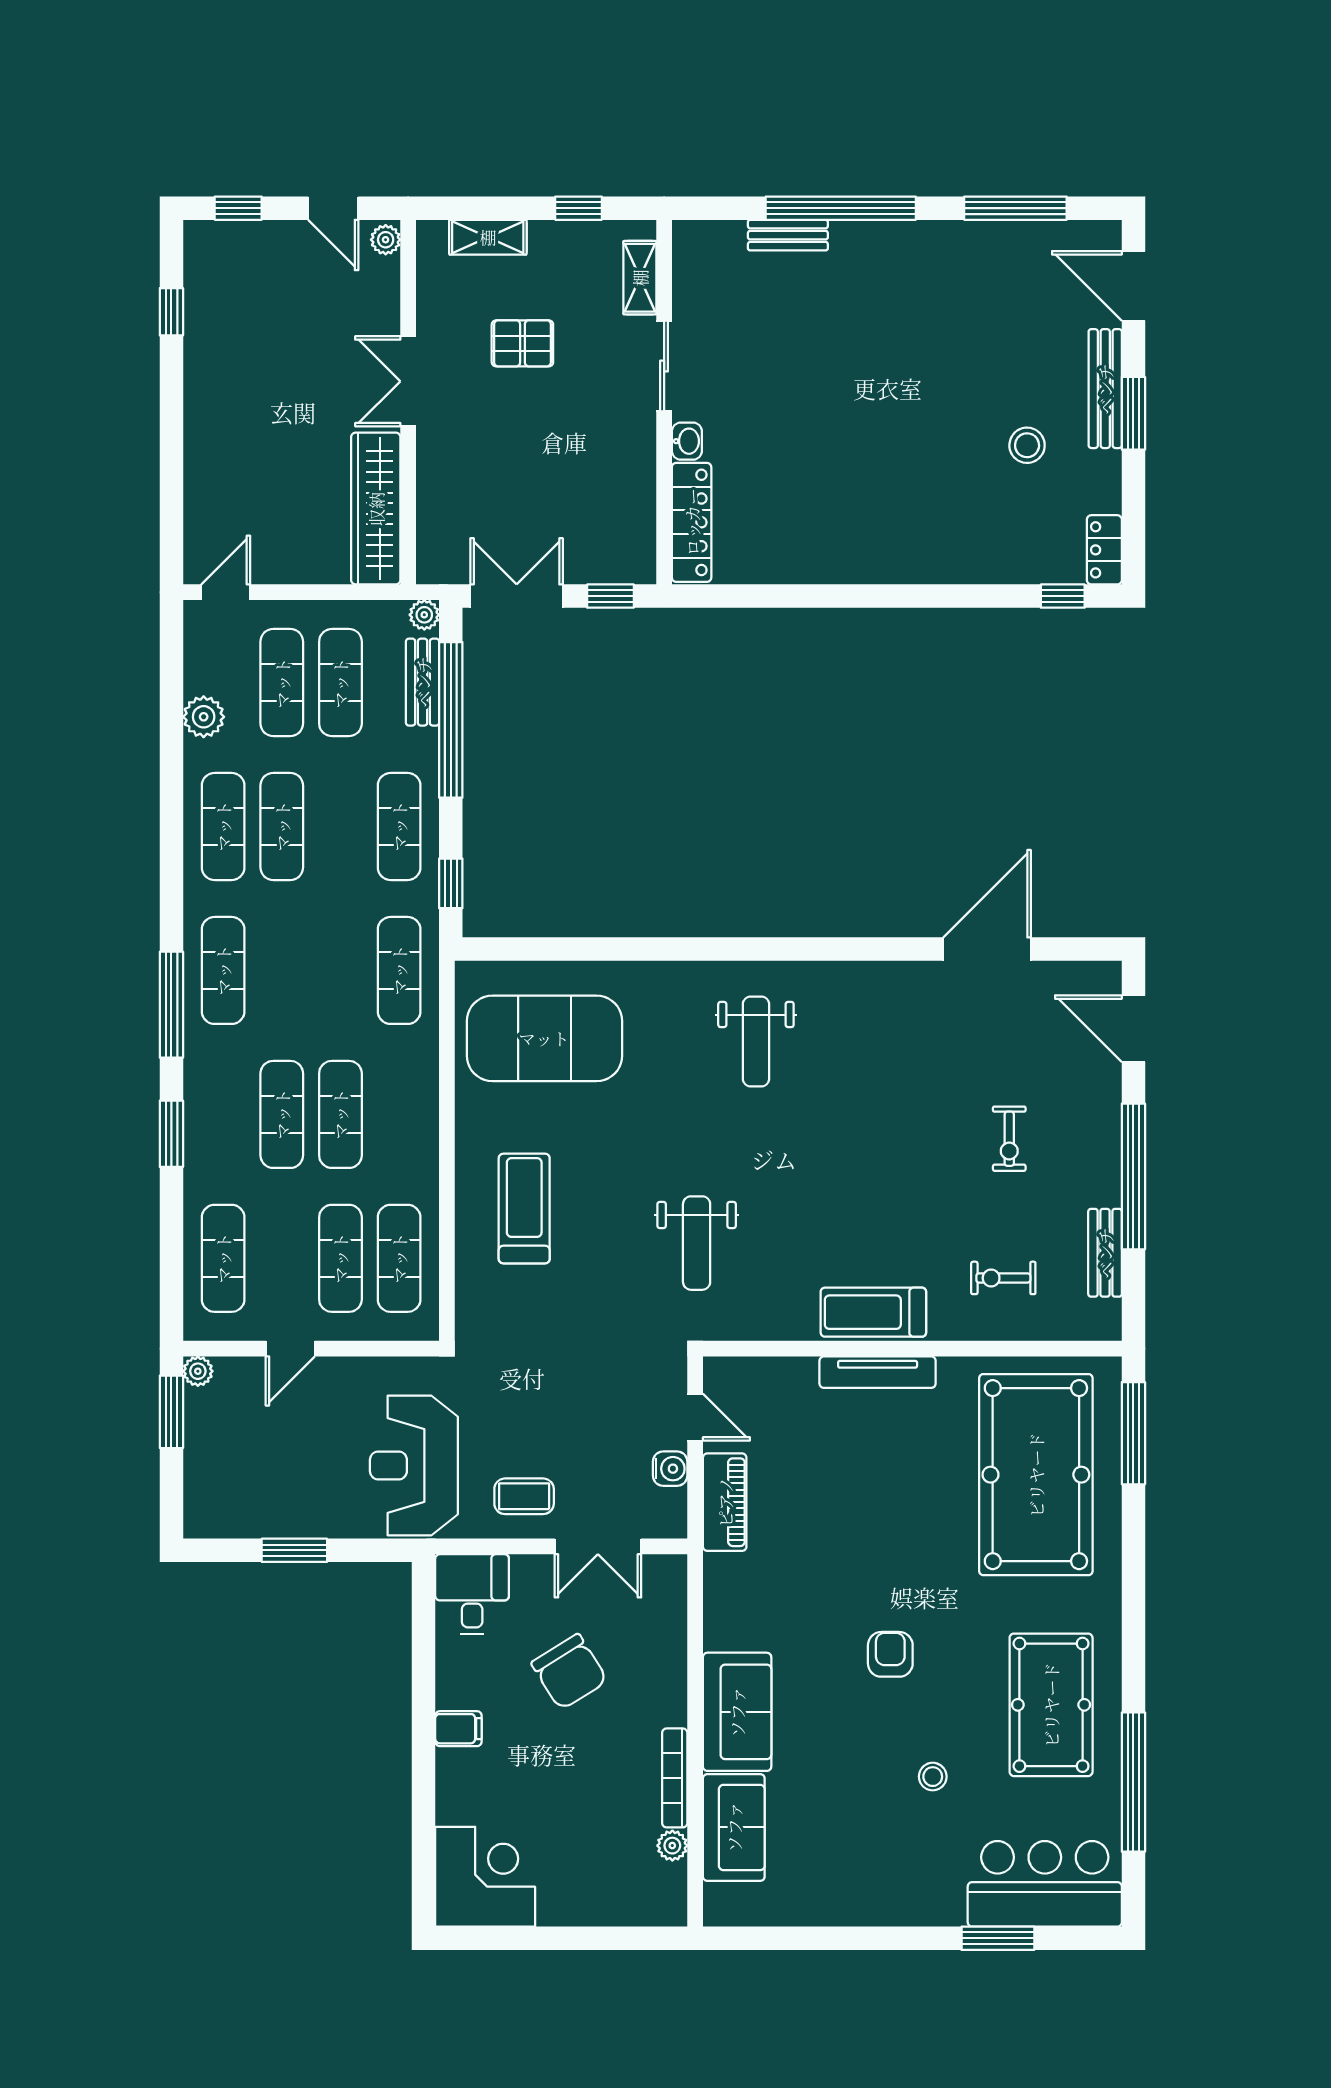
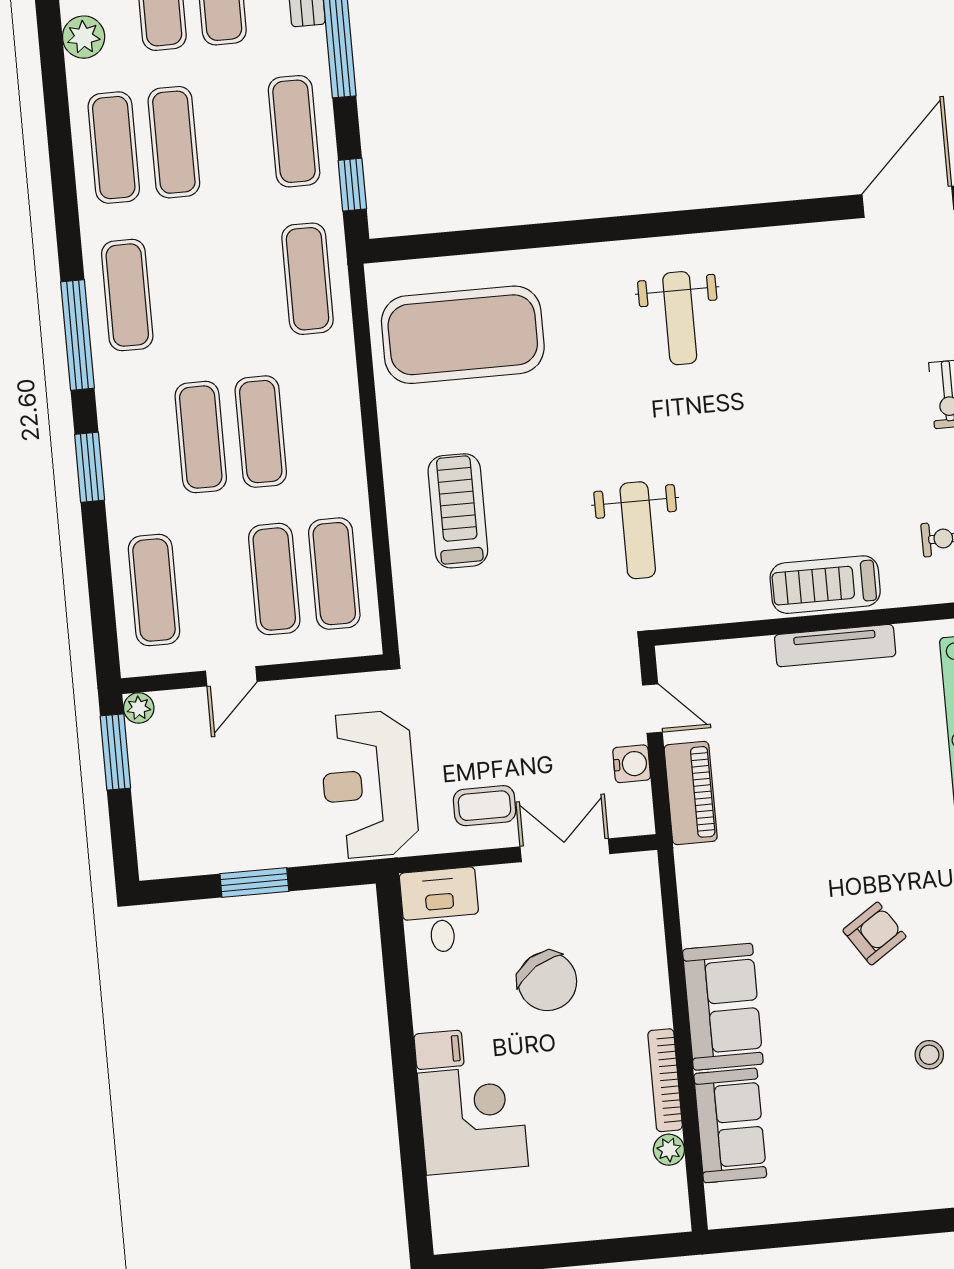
double door: (598, 1546) -> (565, 850), swing flipped
armchair: (890, 1654) -> (874, 934), turned 56
corner desk: (485, 1877) -> (473, 1120), moved

